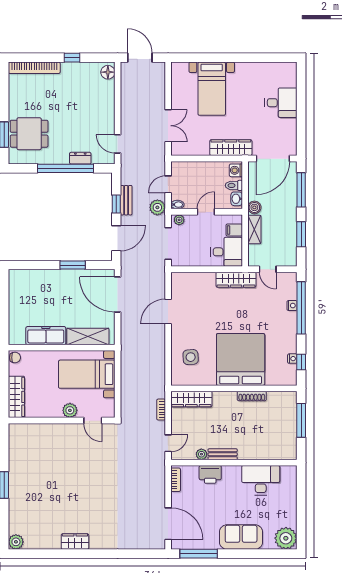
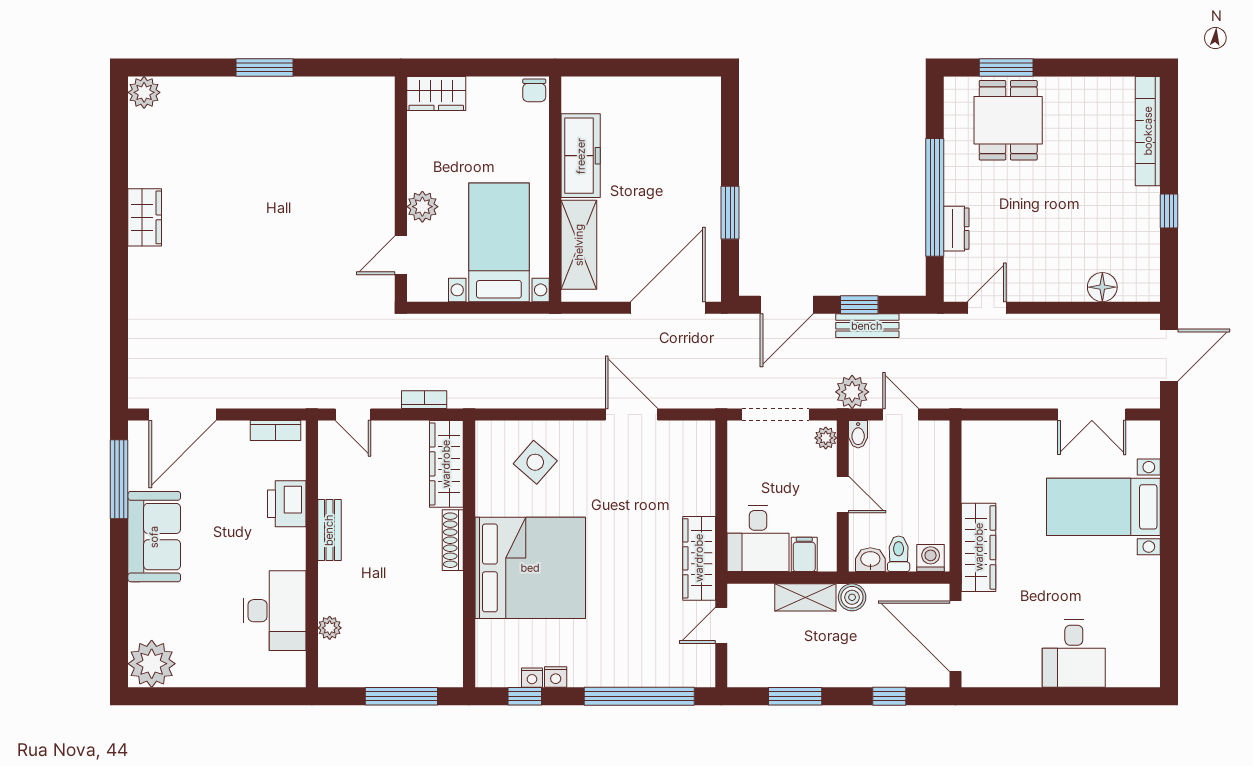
floor lamp: (108, 72) -> (1102, 287), moved
double door: (168, 126) -> (1092, 415), moved
window: (301, 190) -> (889, 696), width x0.46
door: (116, 238) -> (787, 305), hinge flipped
nightstand: (292, 306) -> (556, 677), moved
side table: (191, 357) -> (535, 462), turned 45
shoe rack: (252, 396) -> (453, 540), moved
wardrobe: (16, 397) -> (436, 93), width x0.67
plant: (201, 454) -> (330, 628), moved
sofa: (241, 537) -> (154, 537), moved

